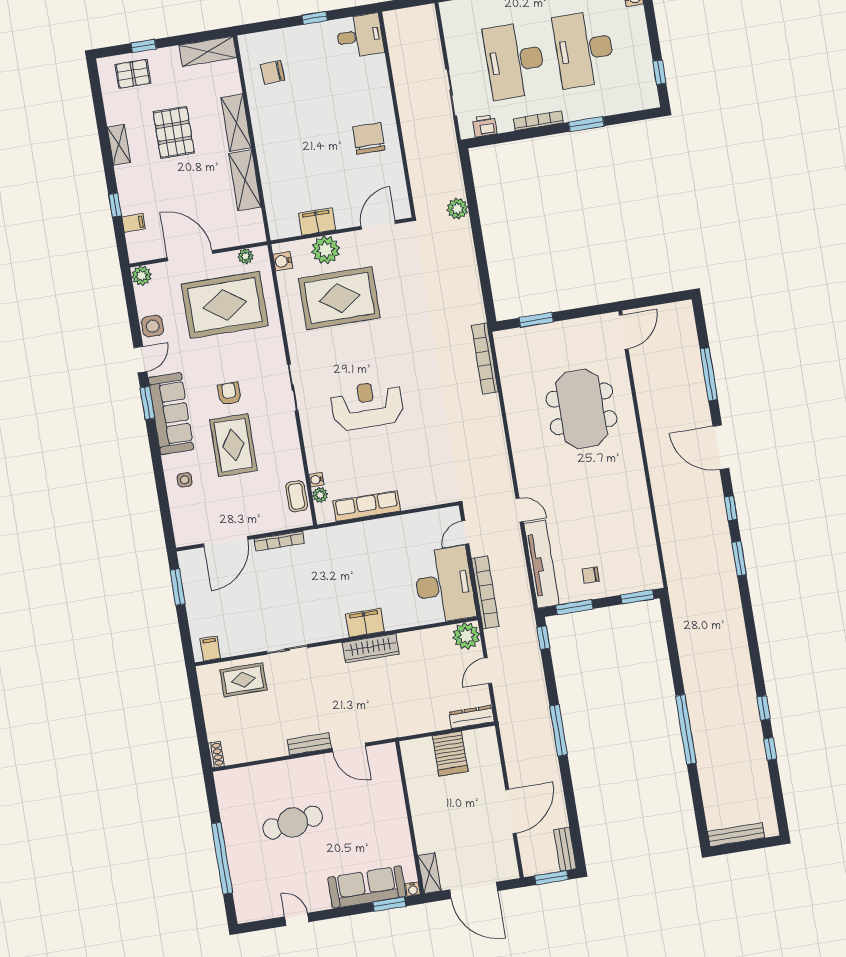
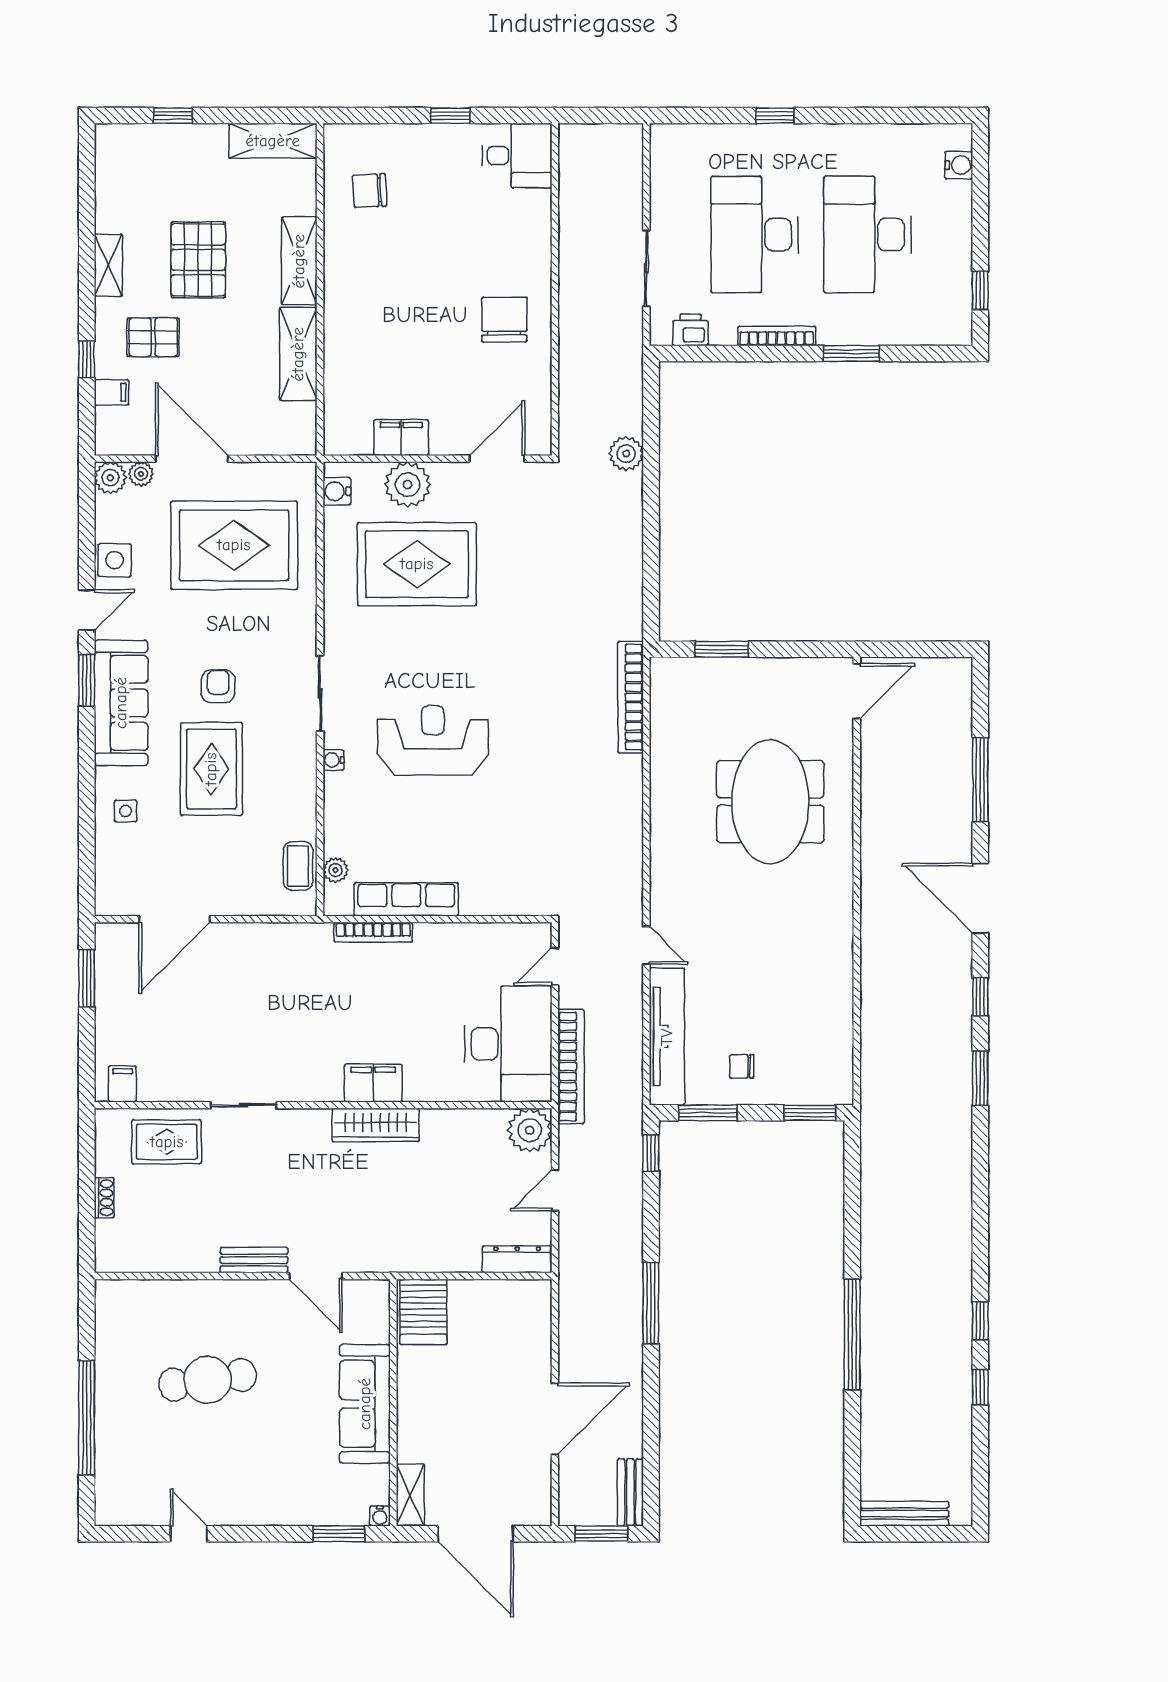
pallet: (133, 74) -> (153, 337), moved
plant: (246, 256) -> (141, 474), moved
water cooler: (316, 480) -> (333, 760), moved
bookcase: (279, 541) -> (373, 932), moved
server rack: (450, 754) -> (423, 1312), moved
shoe rack: (216, 755) -> (104, 1198), moved
sofa: (367, 887) -> (365, 1404), moved, turned -90

